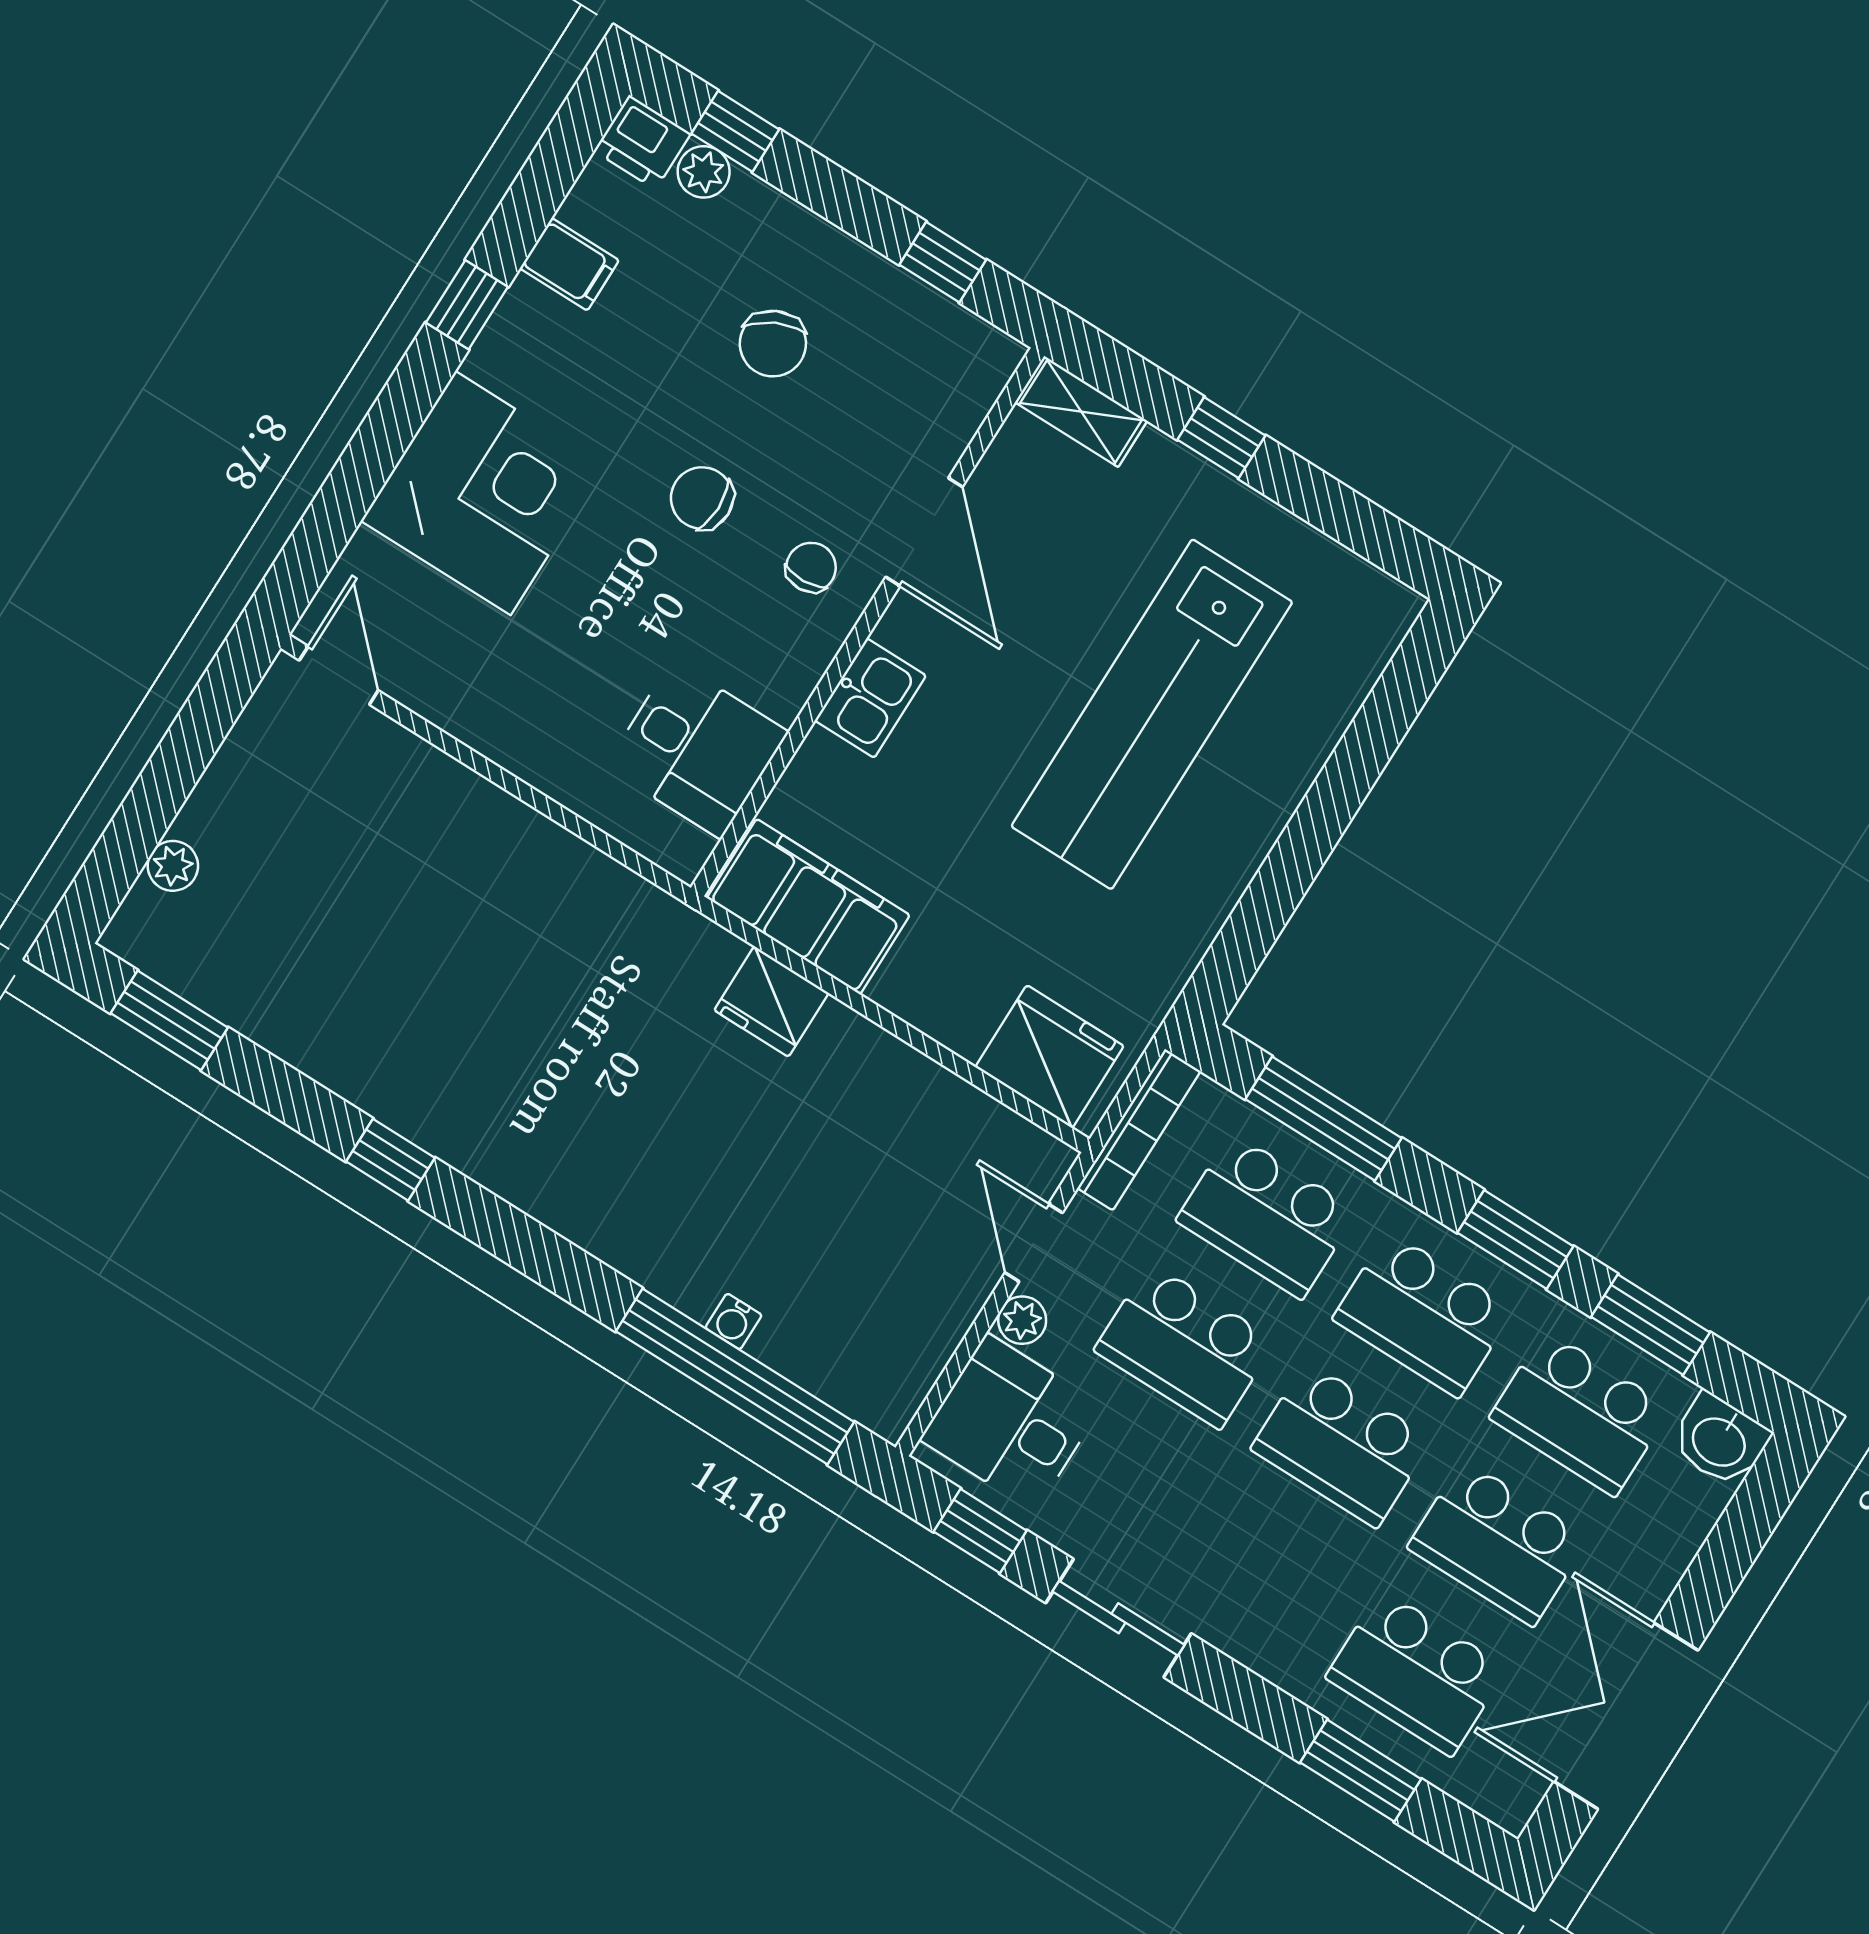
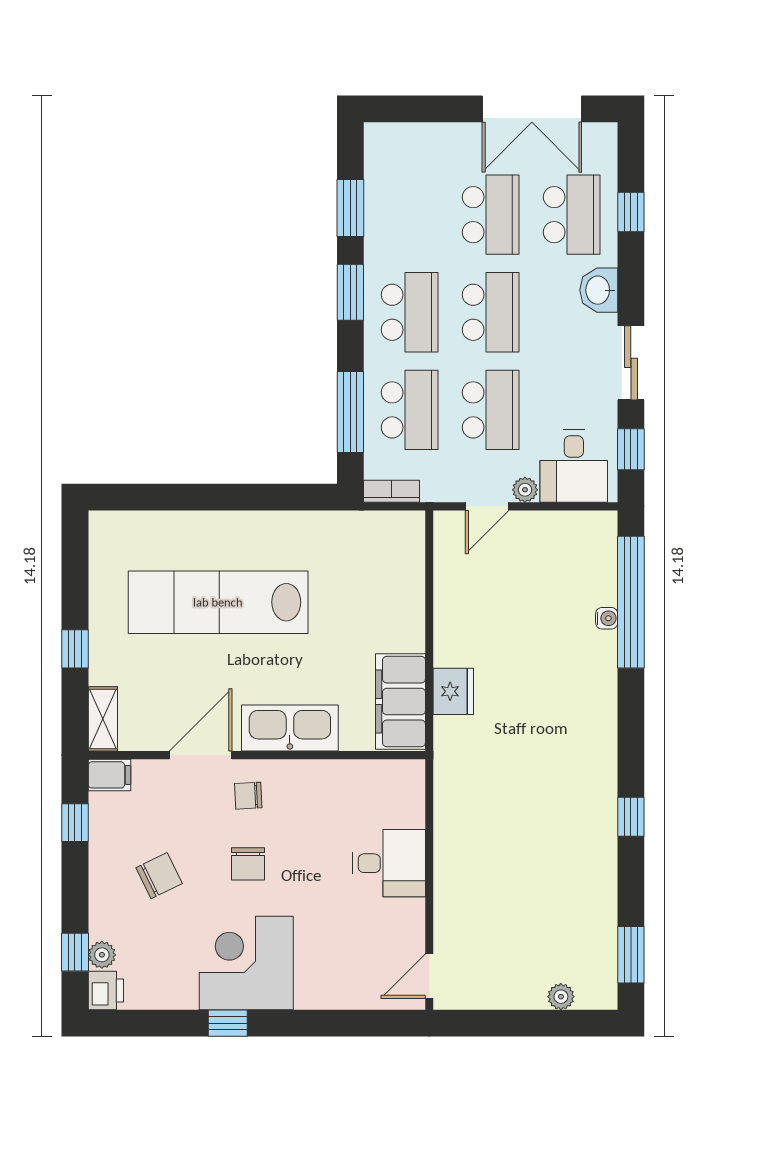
filing cabinet: (569, 264) -> (109, 775), moved, turned 90
corner desk: (483, 493) -> (246, 963), moved
kitchen sink: (870, 698) -> (290, 728), width x1.87, depth x1.24
lab bench: (1152, 714) -> (218, 602), turned 180
desk: (697, 749) -> (389, 863), moved, turned 90
fridge: (1050, 1057) -> (400, 552), removed
bookcase: (1139, 1130) -> (391, 491), width x0.64
school desk: (1580, 1413) -> (410, 215), removed
washbasin: (1720, 1440) -> (599, 290), moved, turned 180
window: (1361, 1771) -> (631, 212), width x0.67

